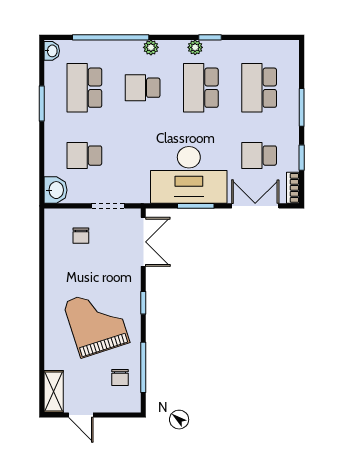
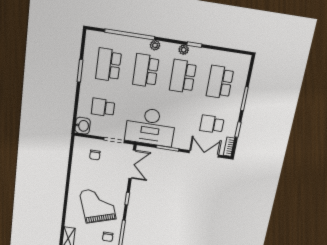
washbasin: (52, 51) -> (90, 37), removed
school desk: (143, 88) -> (146, 71), width x1.85
desk: (189, 175) -> (150, 127), moved

